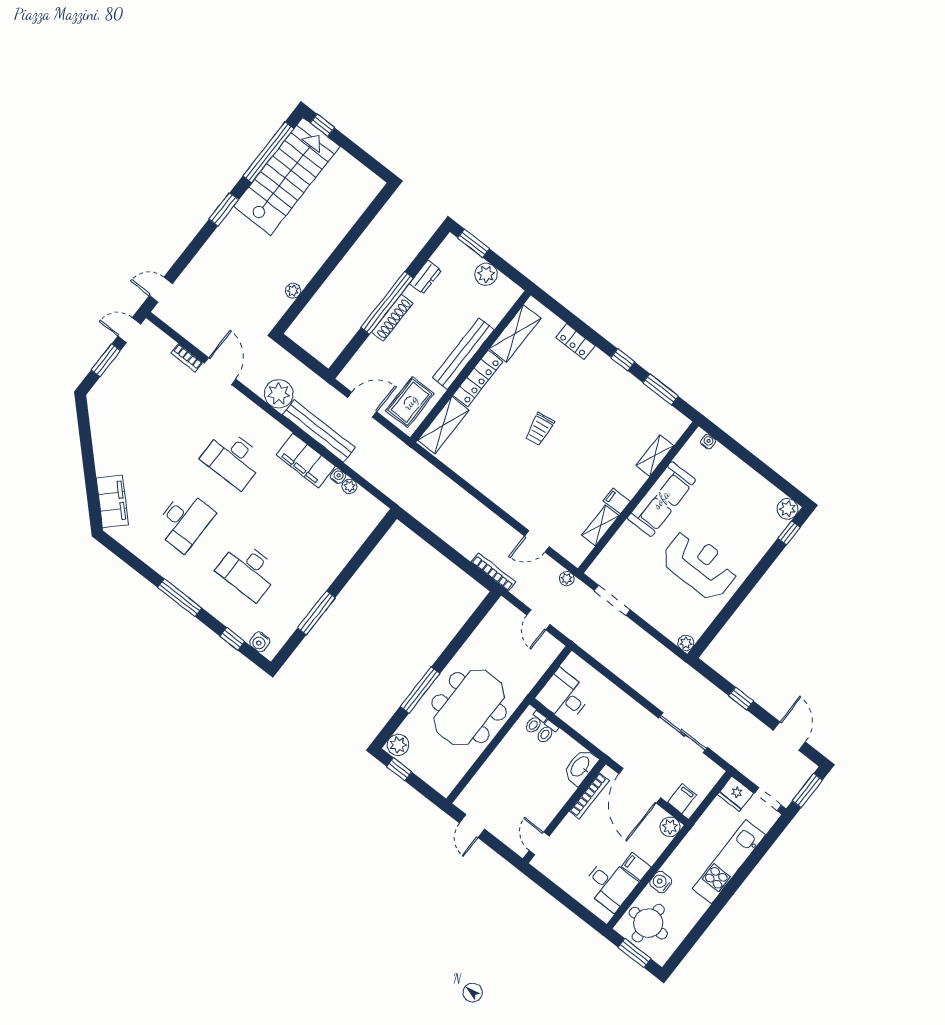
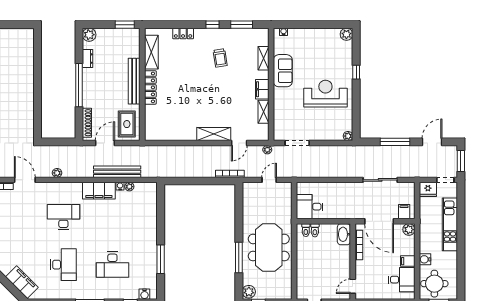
window: (474, 243) -> (125, 25), moved
plant: (486, 274) -> (89, 35), moved
plant: (293, 291) -> (30, 114), removed
shoe rack: (392, 318) -> (87, 123), moved
plant: (279, 394) -> (57, 173), width x0.53, depth x0.53
shelving: (443, 425) -> (214, 134), moved, turned 90
trolley: (539, 429) -> (220, 58), moved
bench: (319, 431) -> (117, 172), moved
desk: (233, 459) -> (63, 217), turned 180
sofa: (661, 499) -> (283, 71), width x0.73
filing cabinet: (617, 501) -> (262, 89), width x2.00
window: (789, 533) -> (356, 72), moved
door: (538, 620) -> (269, 180), swing flipped
window: (741, 698) -> (395, 142), width x2.17
door: (789, 736) -> (432, 142), hinge flipped
door: (539, 843) -> (353, 286), hinge flipped

